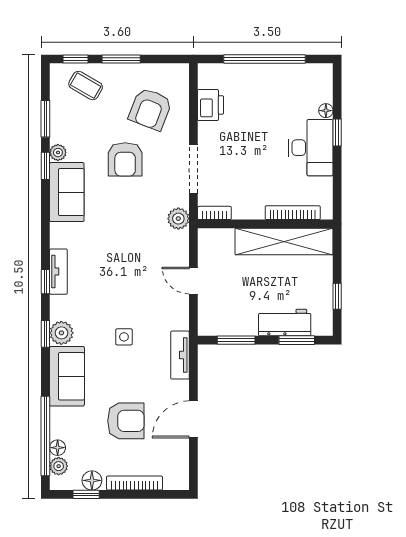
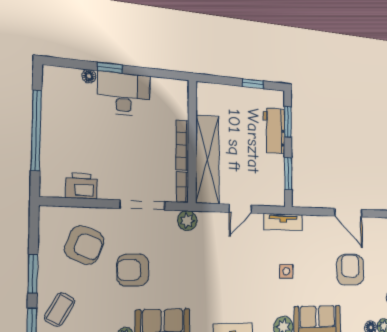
armchair: (125, 159) -> (133, 270), turned 180
bookcase: (293, 213) -> (182, 145), moved
shelving: (284, 241) -> (207, 159), moved
tv unit: (180, 355) -> (283, 222), moved

